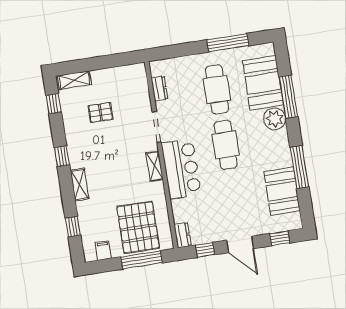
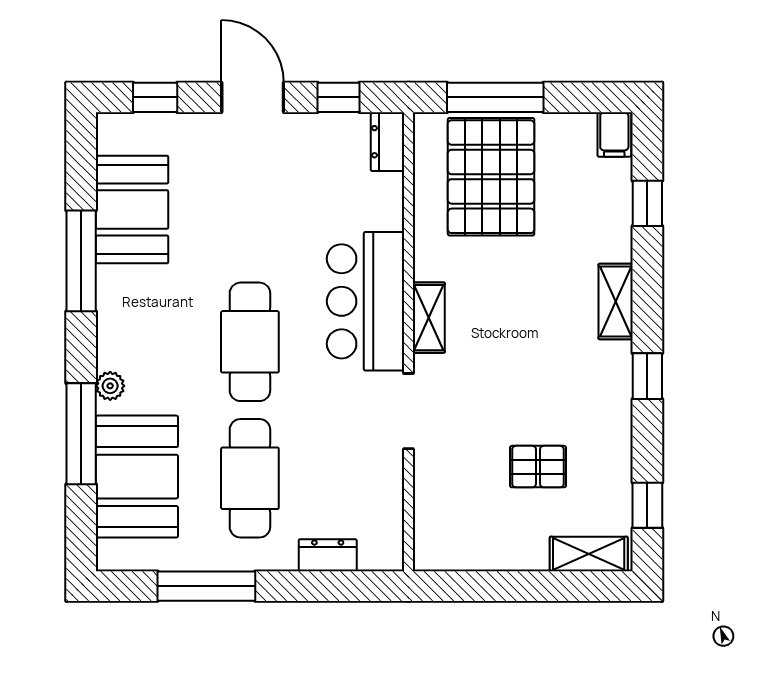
dresser: (159, 89) -> (328, 555), moved, turned 90
plant: (275, 119) -> (110, 386), width x0.53, depth x0.53
filing cabinet: (103, 250) -> (614, 135), moved

